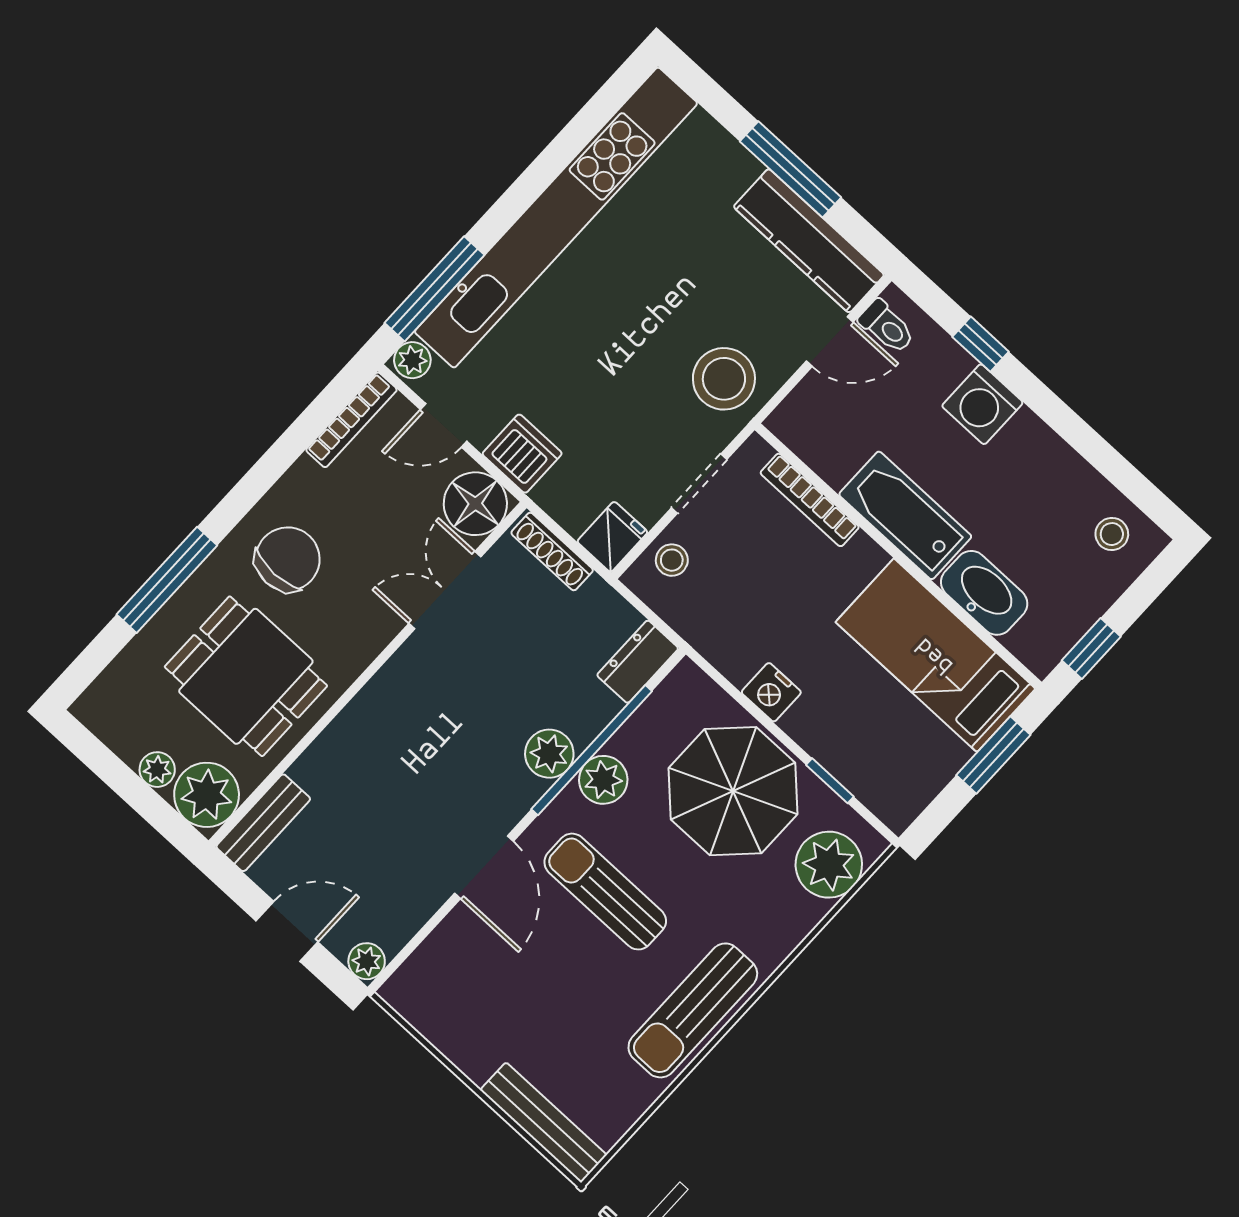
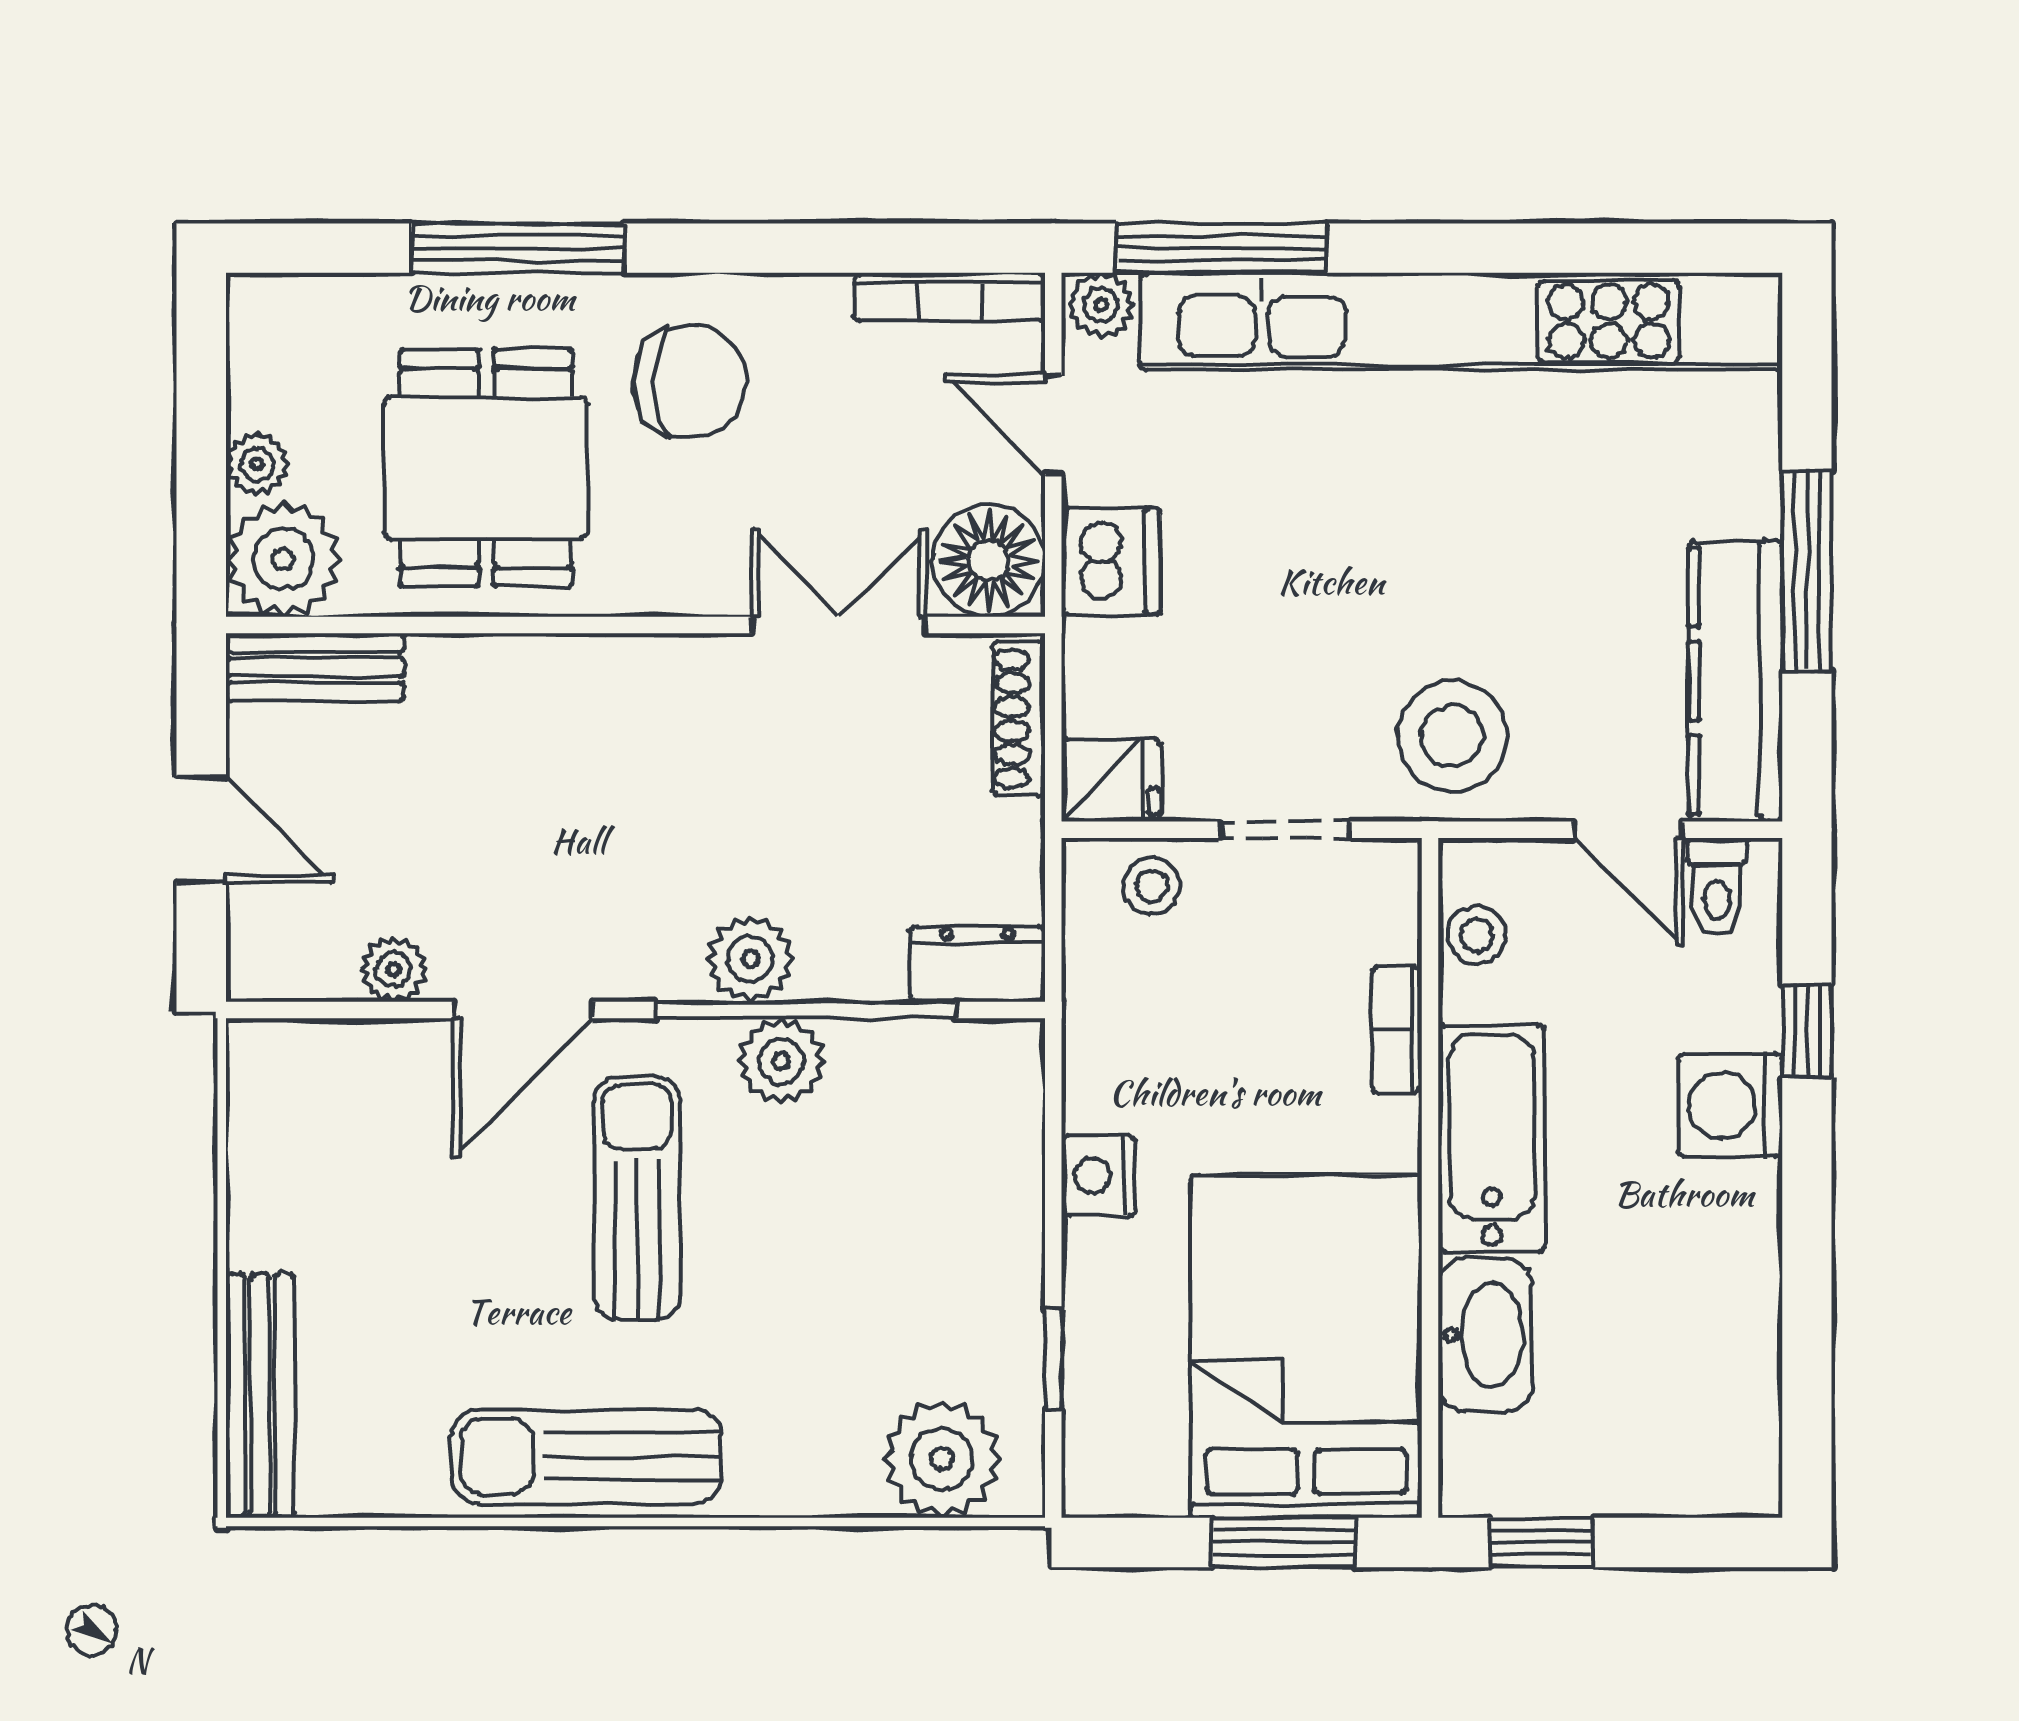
bookcase: (810, 500) -> (1397, 1030), width x0.64
stool: (1112, 534) -> (1477, 935), moved
bed: (935, 655) -> (1306, 1346), width x1.50
parasol: (733, 791) -> (923, 1245), removed
plant: (367, 961) -> (394, 969), moved

